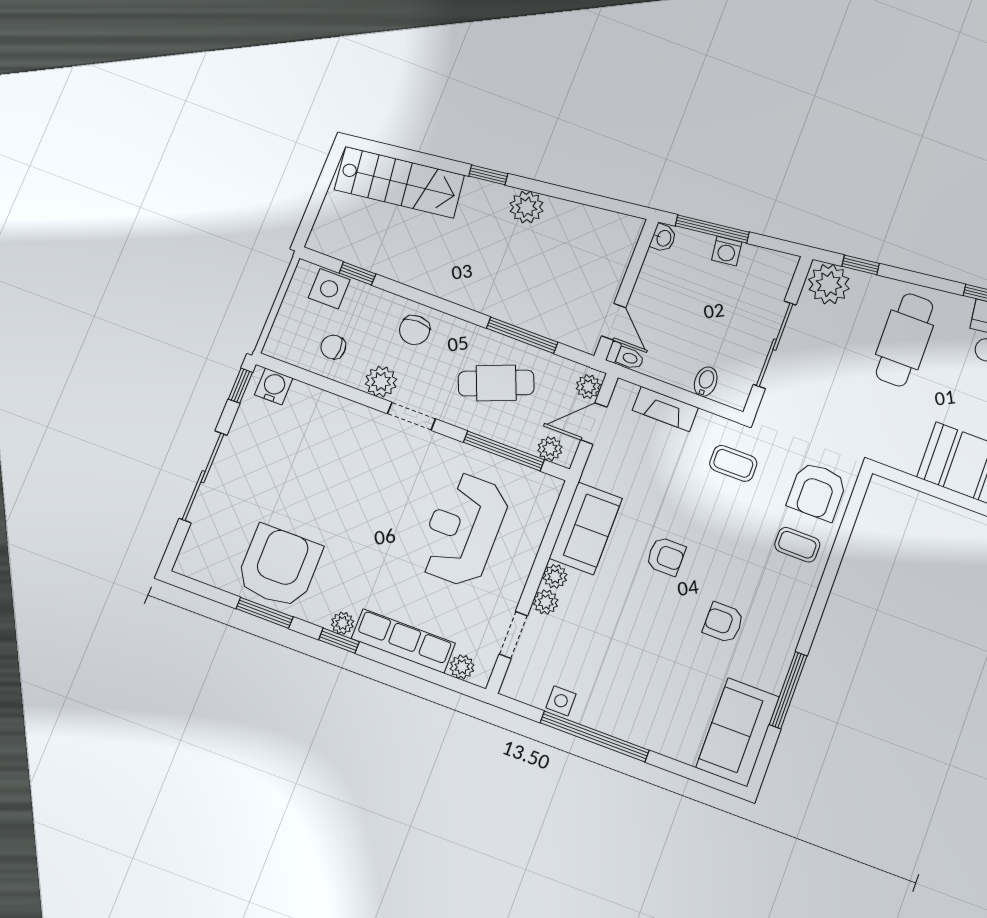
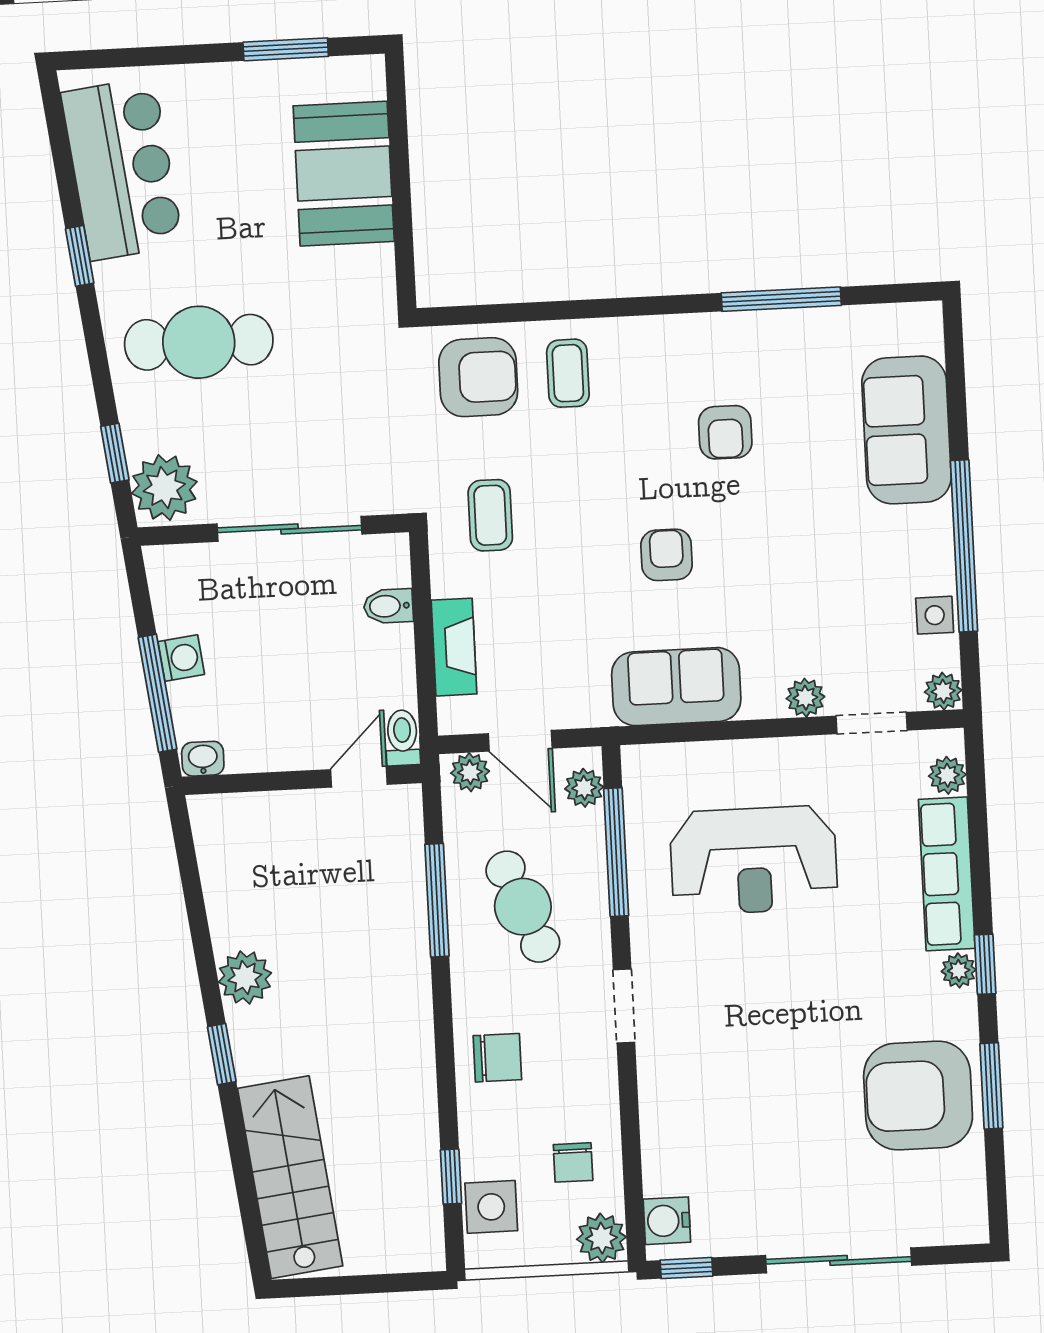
plant: (381, 382) -> (601, 1238), moved
plant: (555, 576) -> (943, 691), moved
sofa: (738, 732) -> (906, 430), moved, turned 90

